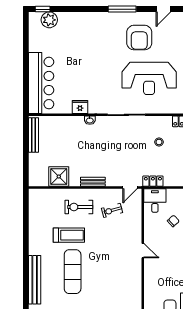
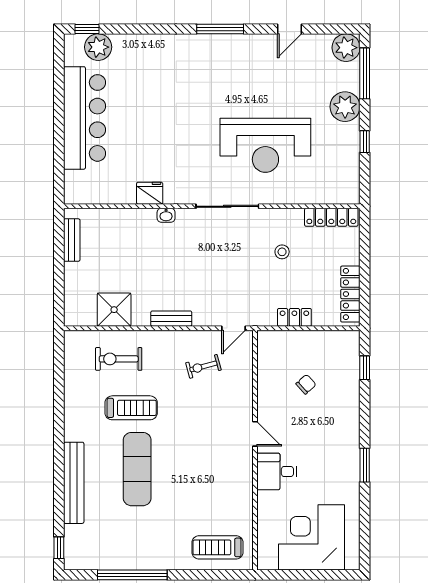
armchair: (139, 38) -> (249, 77), removed
bar counter: (41, 83) -> (84, 118), moved
bench: (33, 135) -> (72, 240), width x0.73
locker: (153, 181) -> (294, 317), moved
desk: (155, 201) -> (277, 472), moved, turned -90
exercise bike: (79, 207) -> (119, 359), moved

